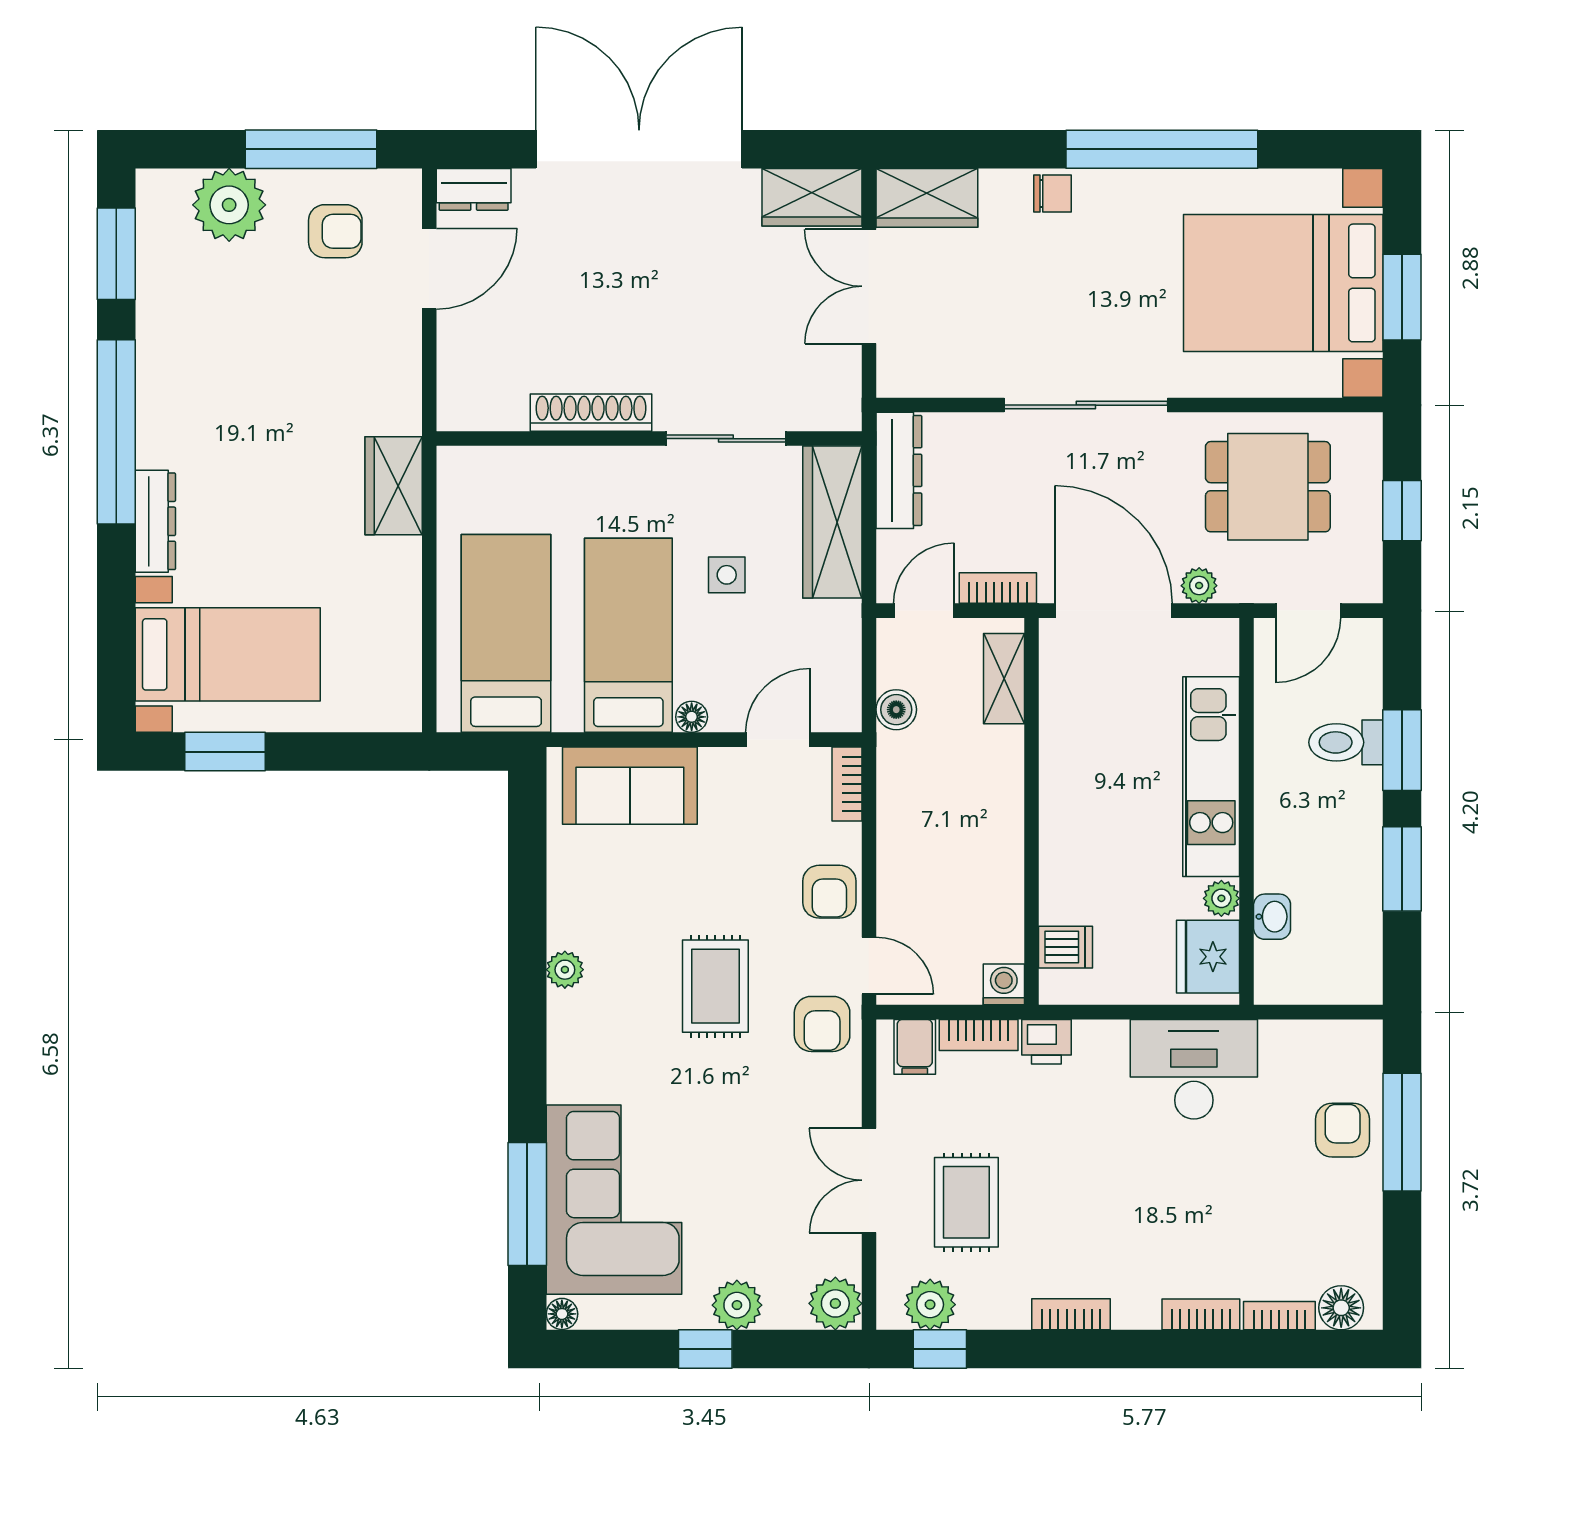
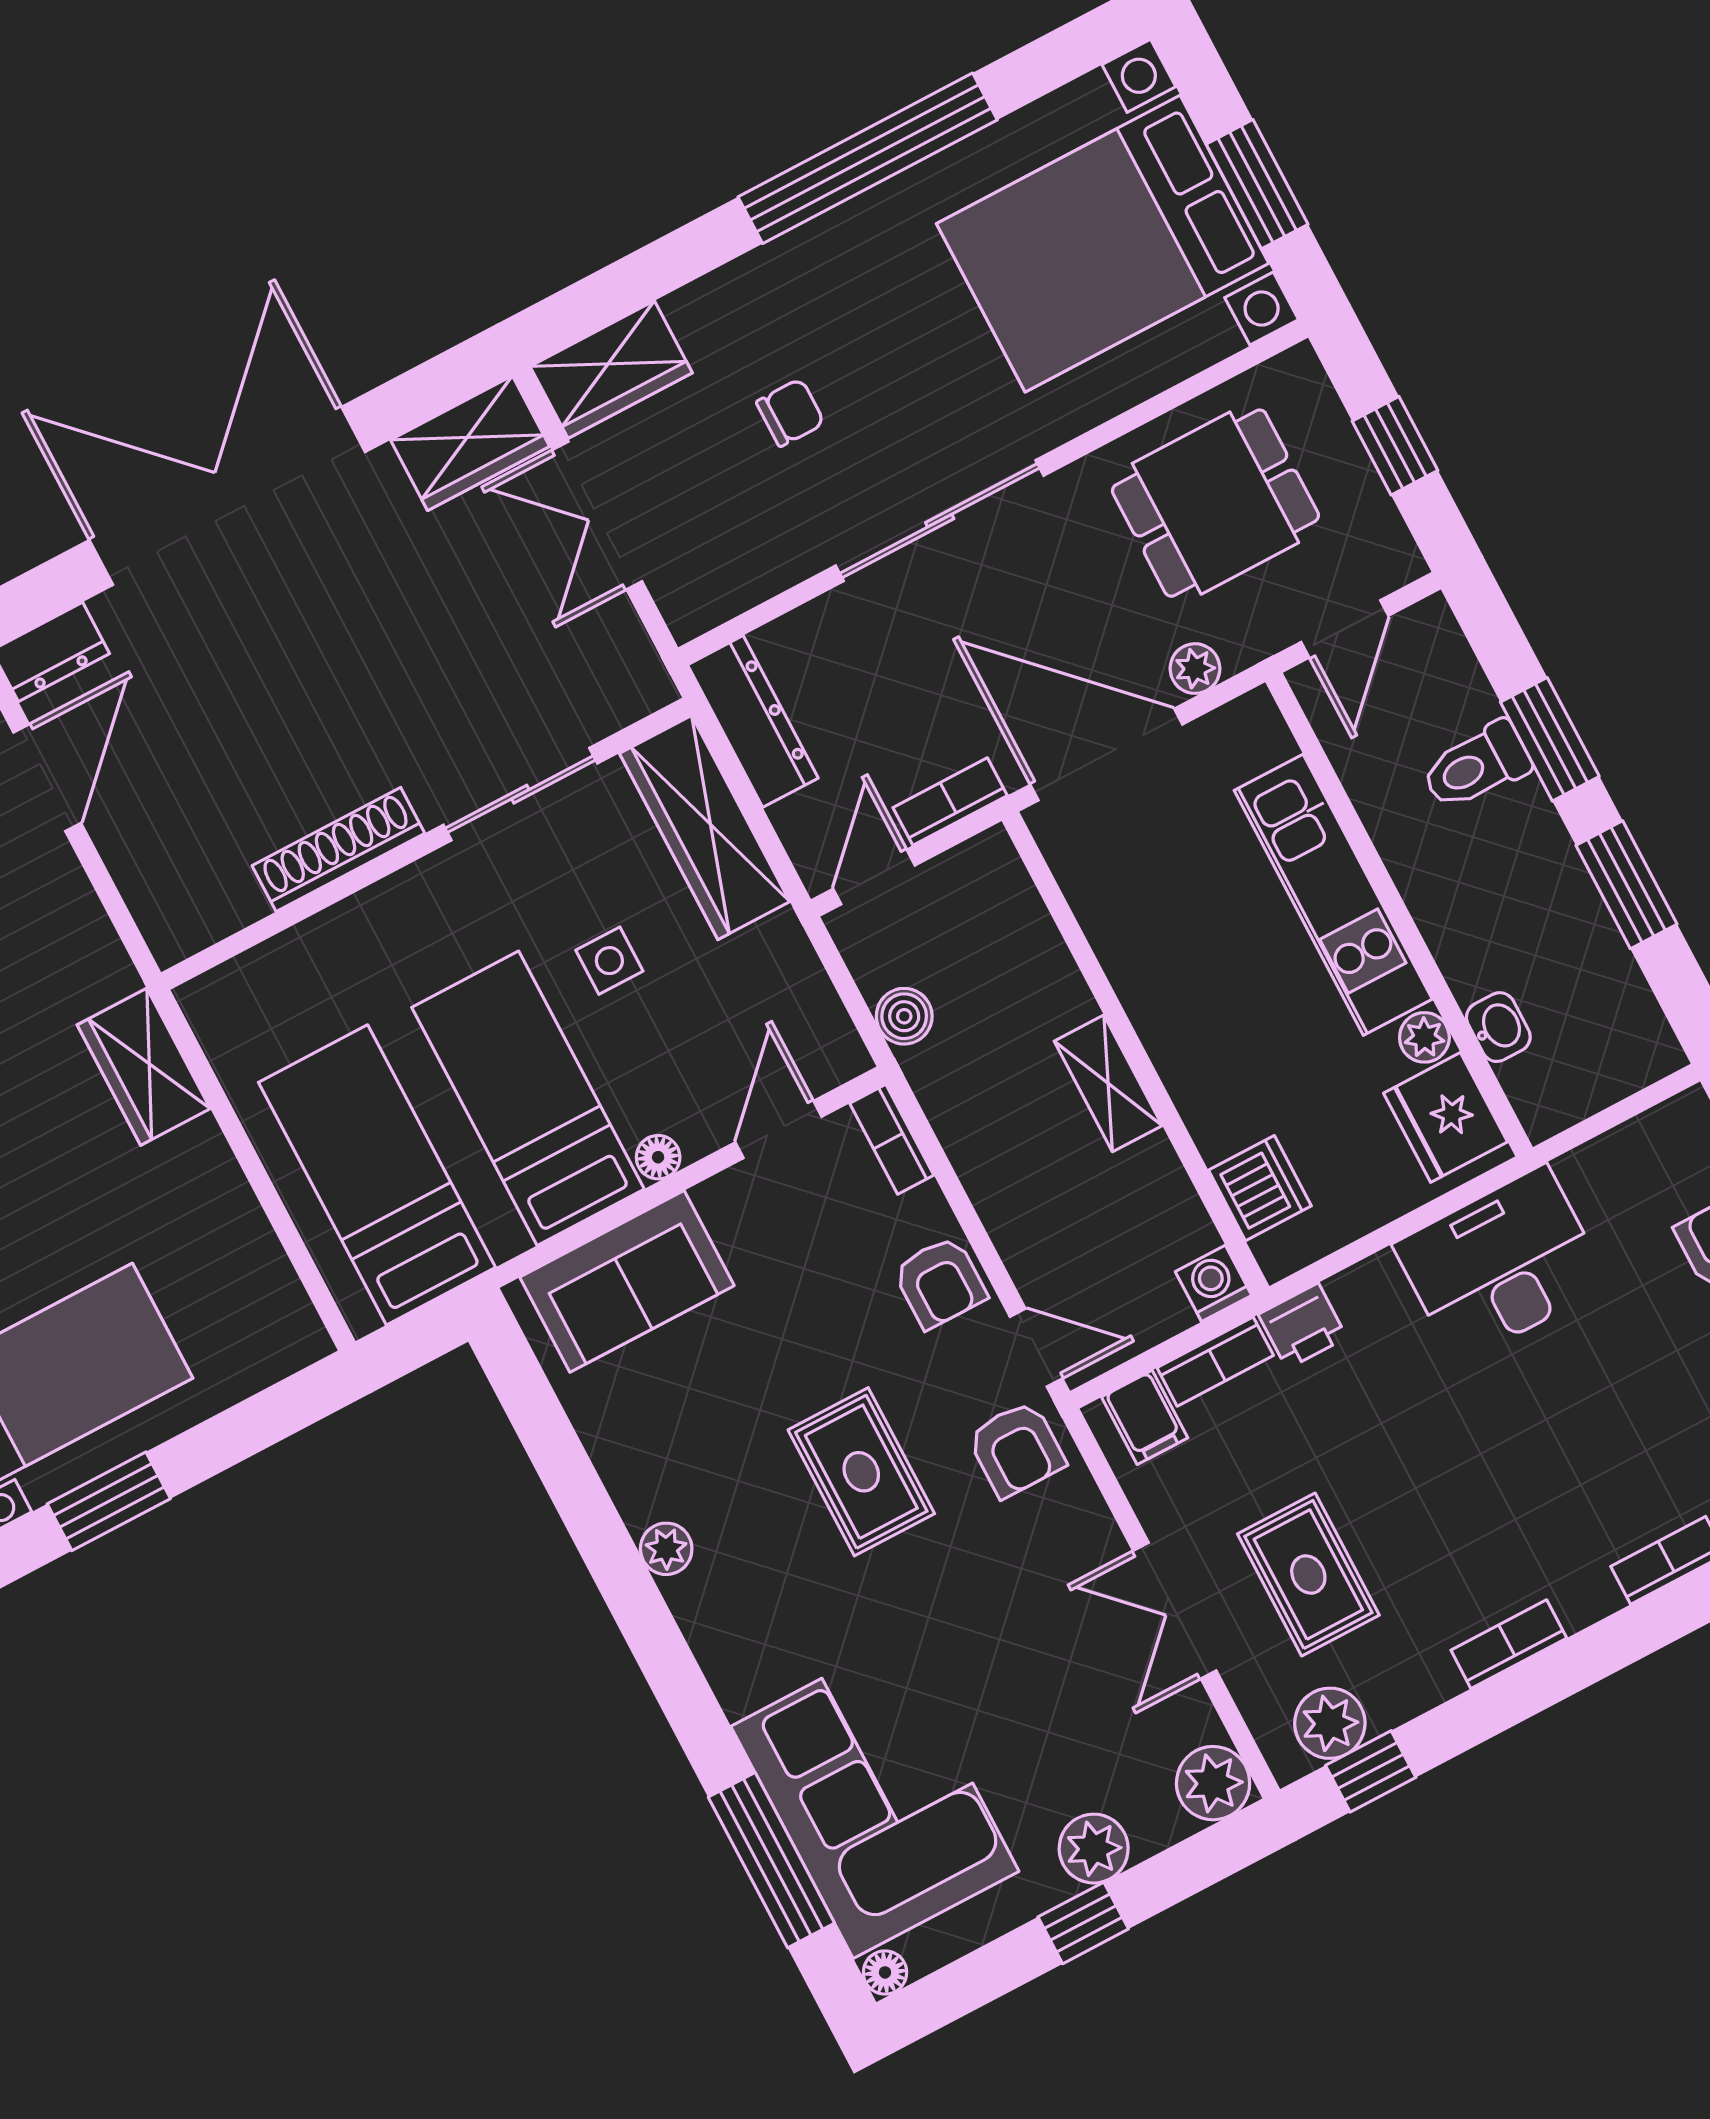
chair: (1053, 193) -> (790, 413), moved
shelving: (1004, 679) -> (1108, 1083), moved
dishwasher: (1066, 947) -> (1260, 1188), width x1.38

